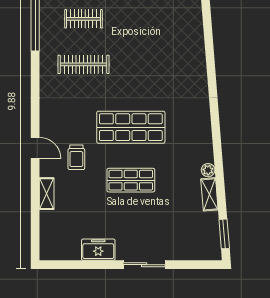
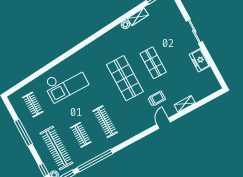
checkout: (170, 38) -> (66, 83), added

